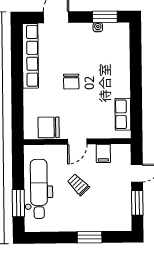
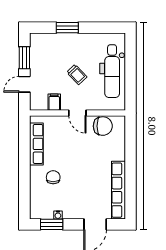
chair: (71, 82) -> (53, 177), moved
row of seats: (123, 114) -> (36, 144), width x1.48
door: (77, 142) -> (77, 113), swing flipped
window: (18, 203) -> (131, 59), removed

